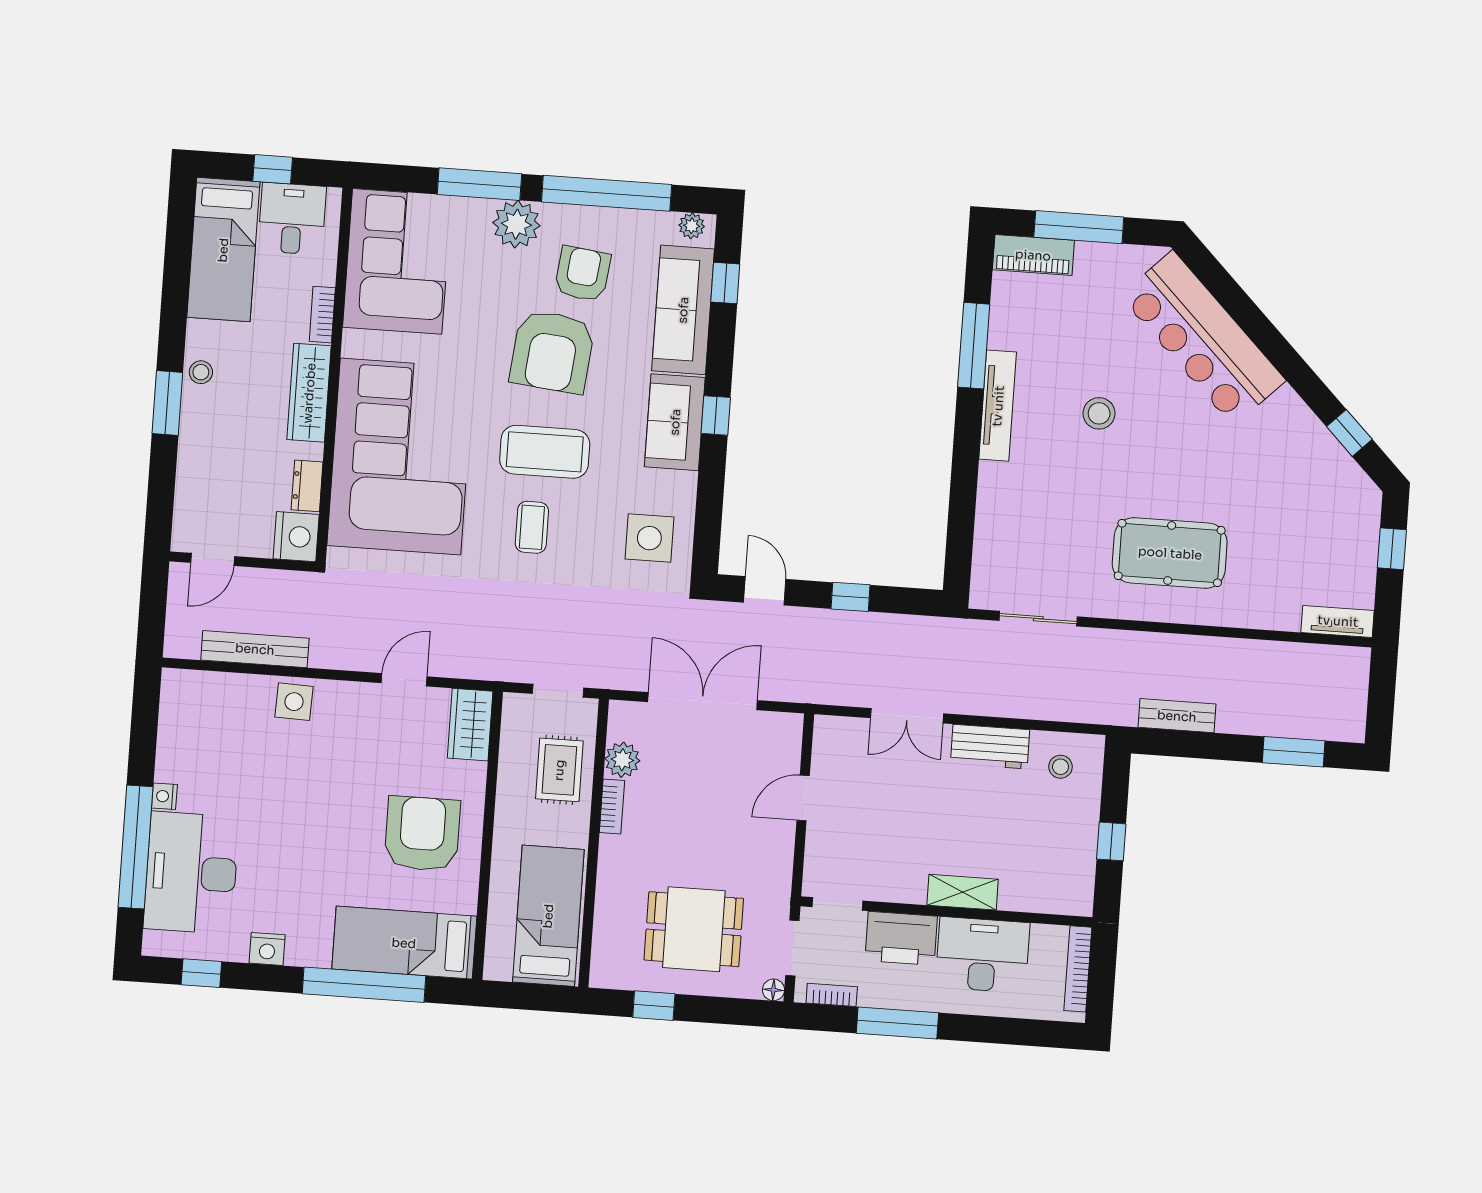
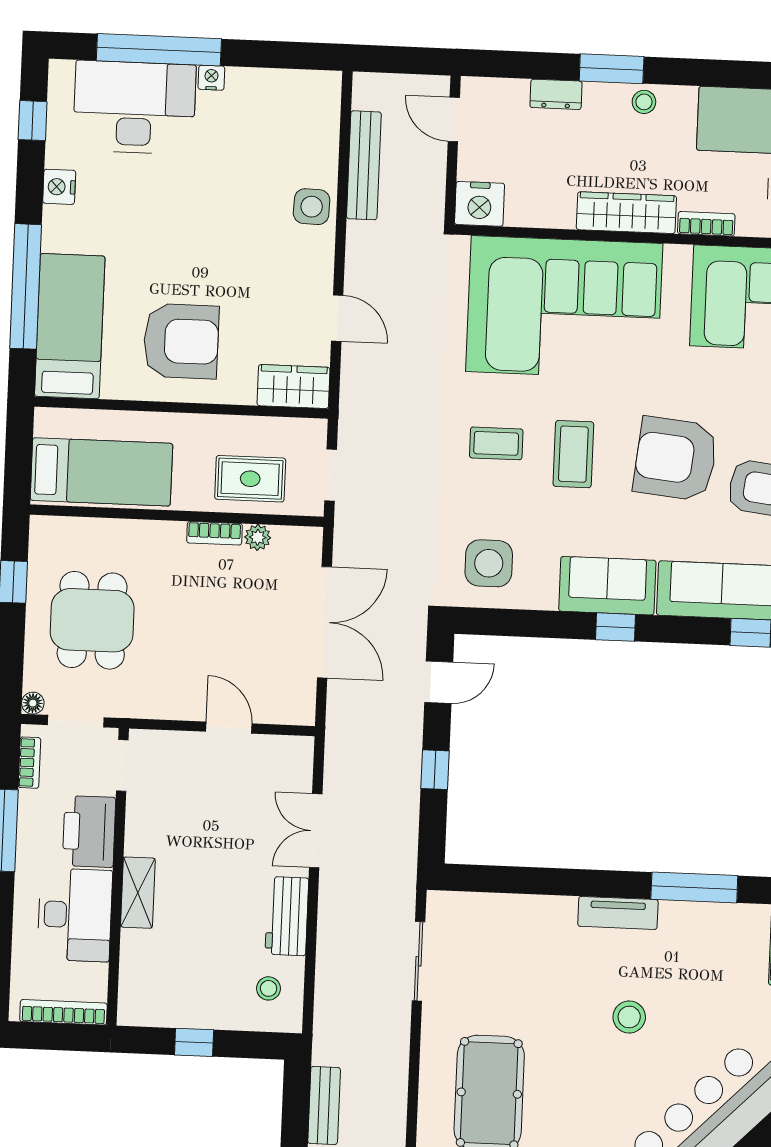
tv unit: (998, 406) -> (618, 913), width x0.71
coffee table: (545, 452) -> (573, 454), width x0.73, depth x0.76
dresser: (307, 486) -> (556, 94), moved, turned 180
plant: (622, 760) -> (258, 537), width x0.73, depth x0.73

